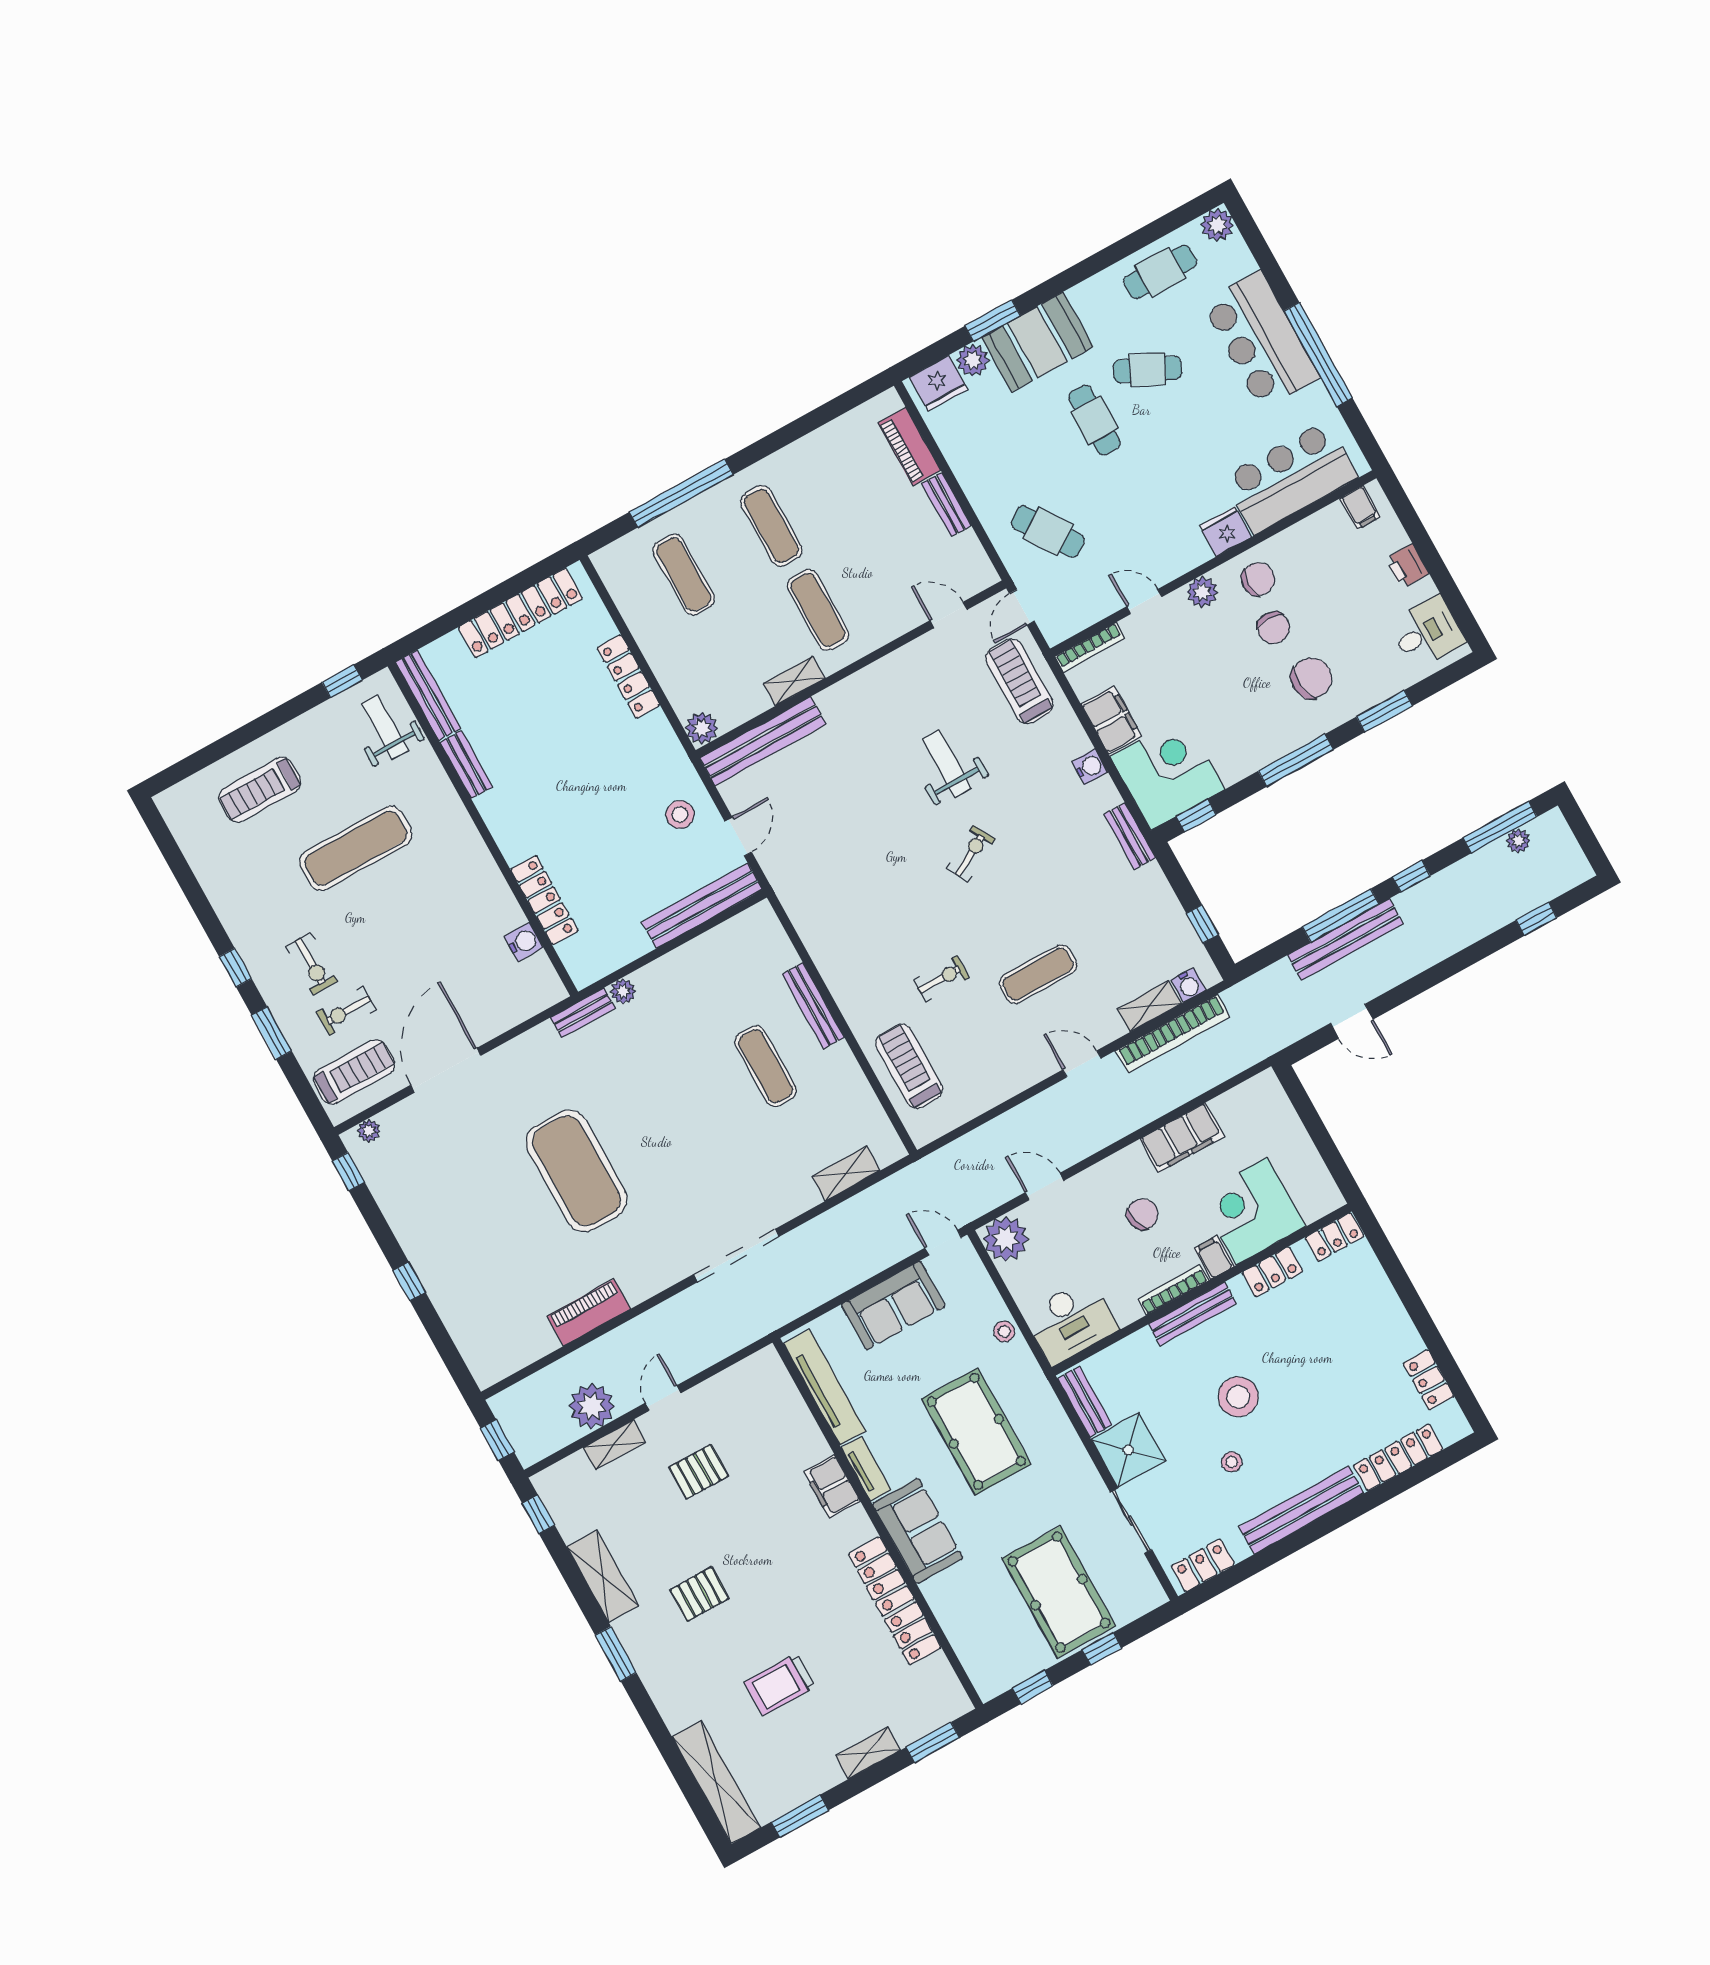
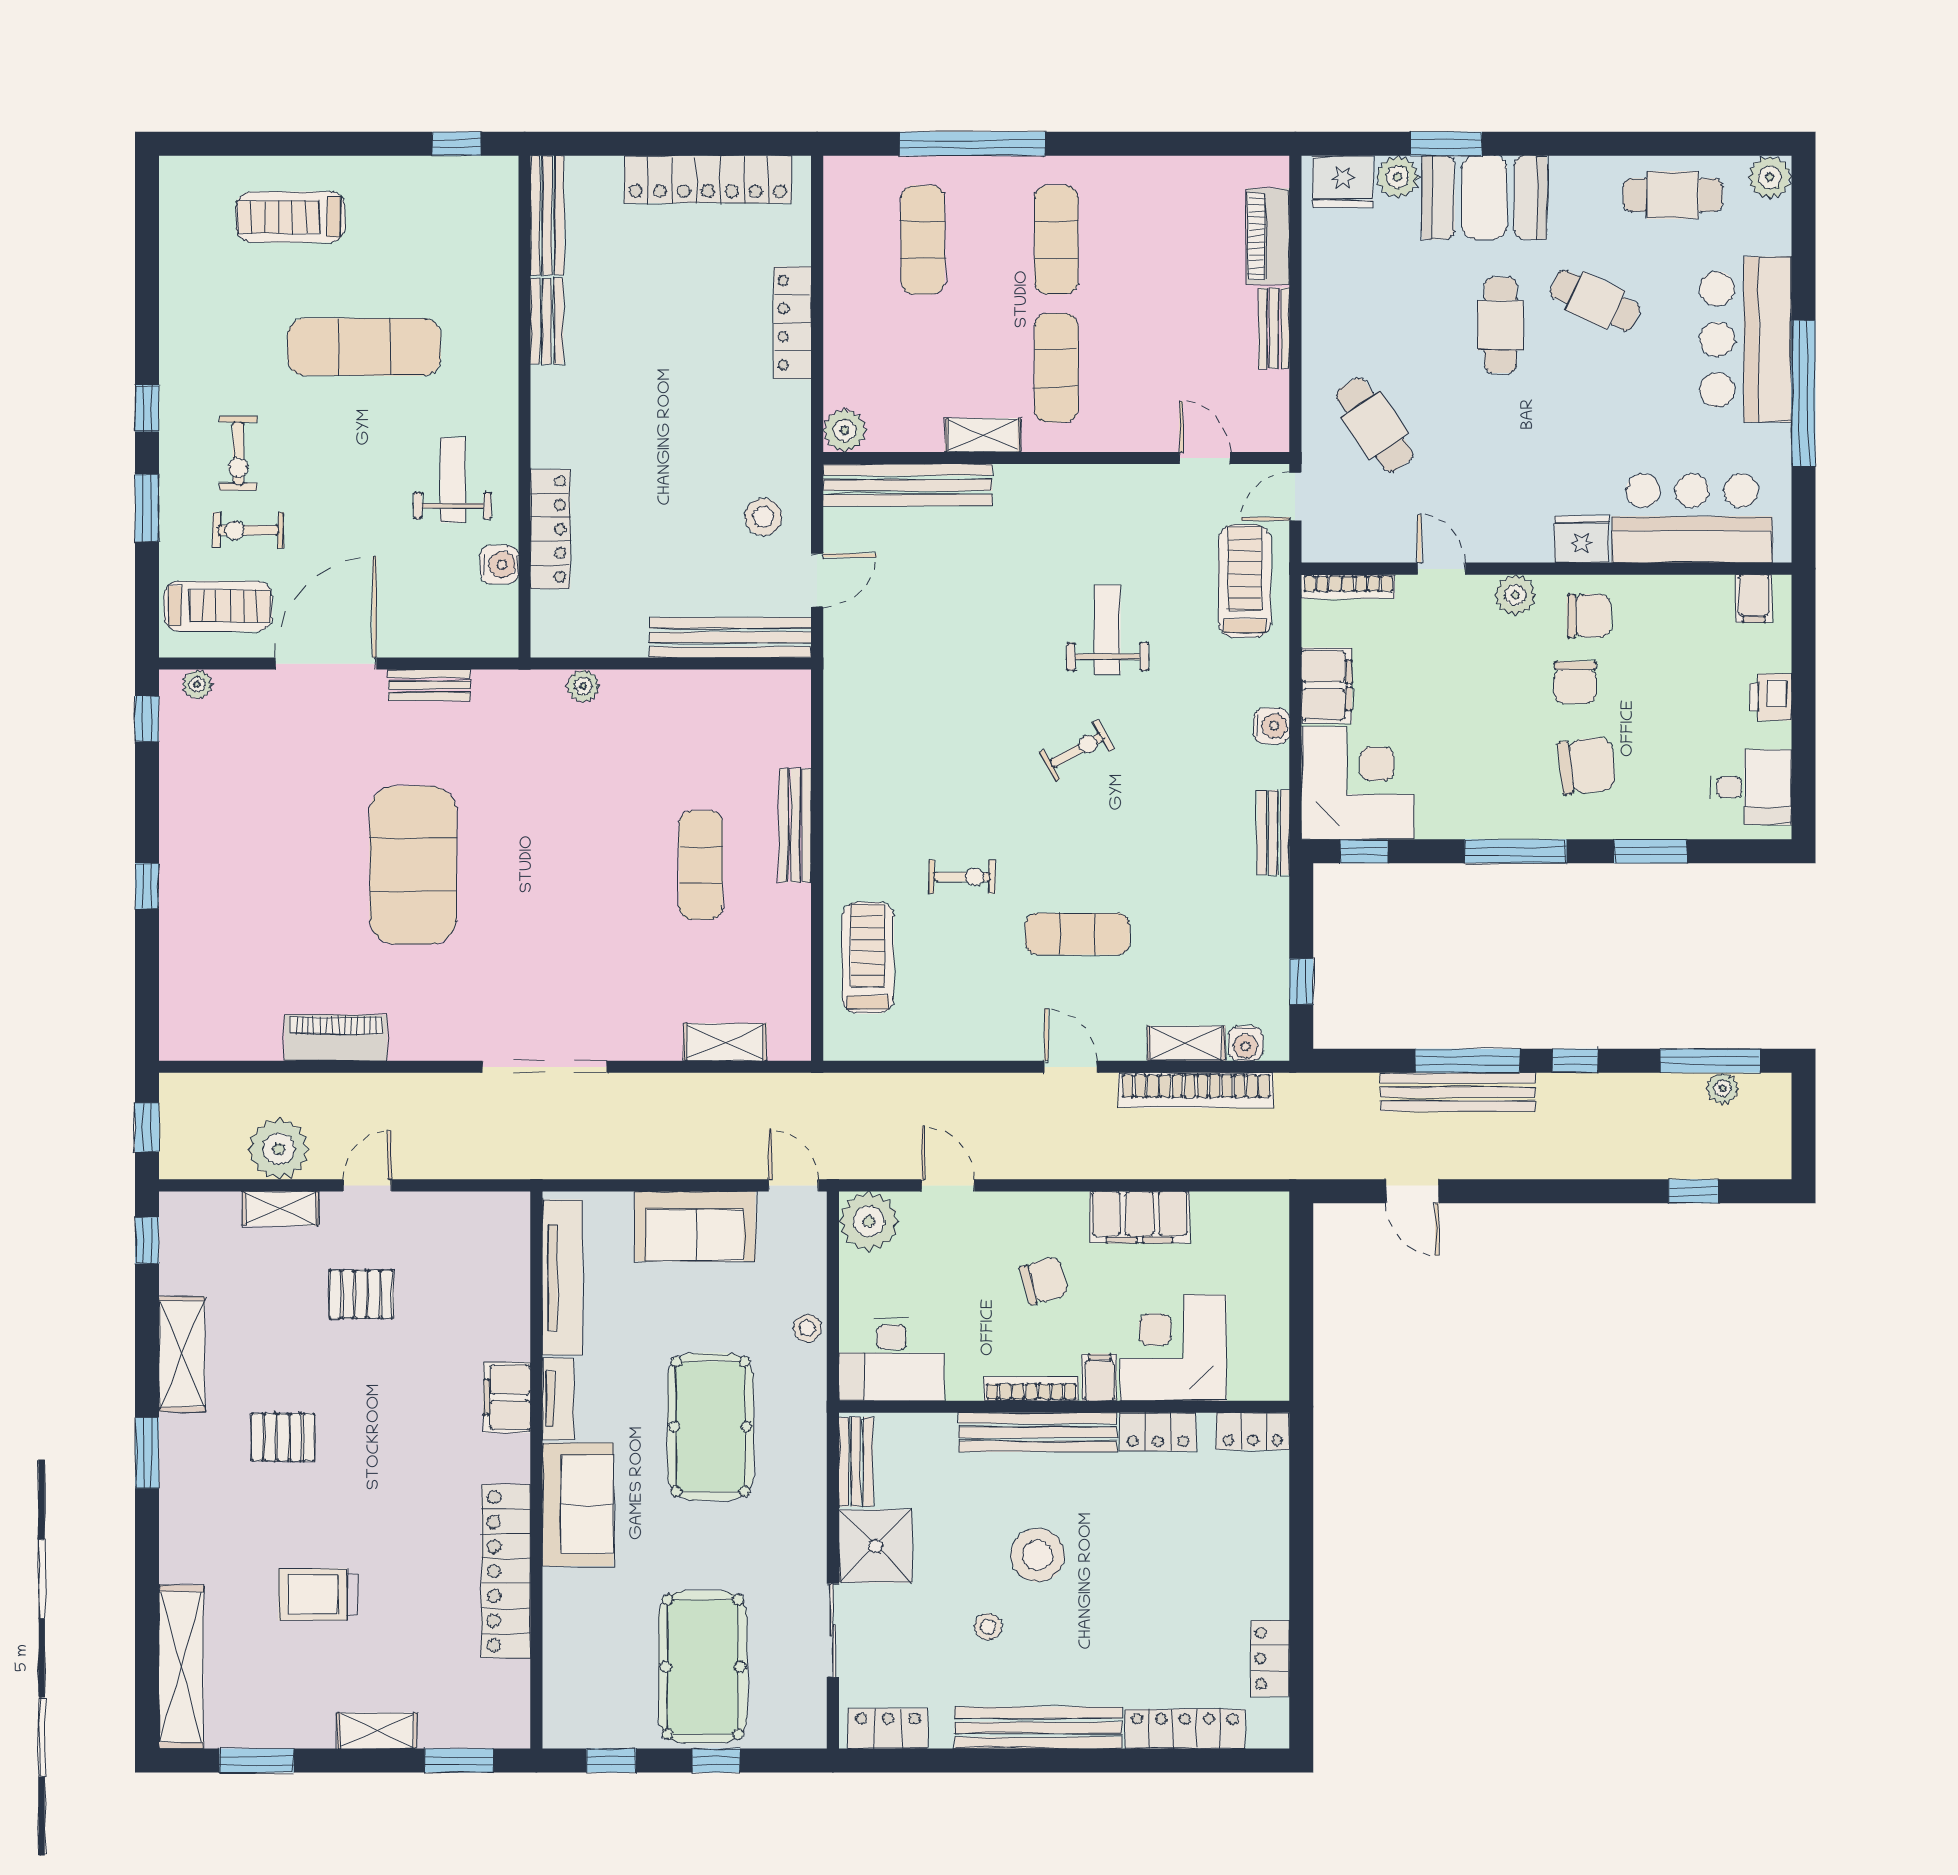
weight bench: (385, 727) -> (453, 480), moved
bench: (583, 1013) -> (429, 685), moved
bench: (1192, 1314) -> (1038, 1432), width x1.37, depth x1.21

